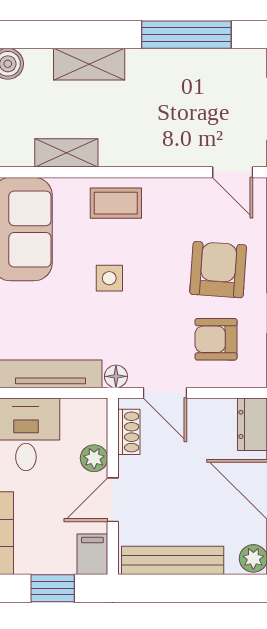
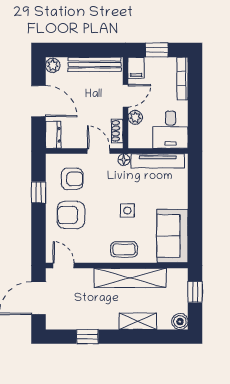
window: (186, 35) -> (87, 337), width x0.46
shelving: (66, 153) -> (130, 278), width x2.20, depth x1.33
armchair: (218, 270) -> (71, 215), turned 86

